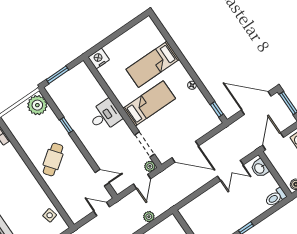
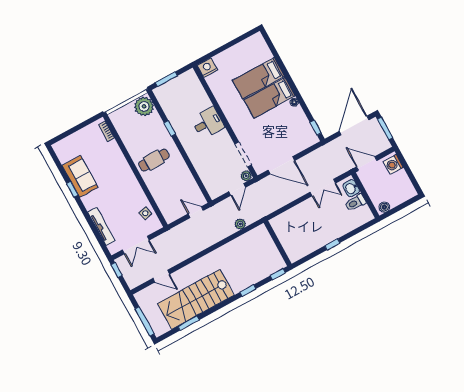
bed: (149, 103) -> (270, 98), moved, turned 180
door: (256, 103) -> (354, 125), hinge flipped
door: (273, 141) -> (367, 164), hinge flipped
cafe table: (53, 160) -> (154, 160), turned 37
door: (102, 178) -> (199, 182), removed
toilet: (276, 197) -> (355, 203), moved

